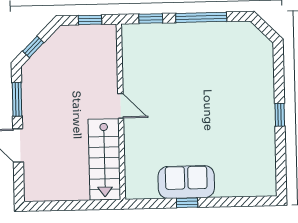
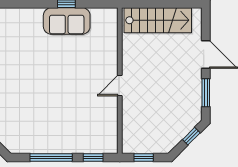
door: (121, 106) -> (120, 85), hinge flipped
stairs: (104, 159) -> (158, 20), moved, turned 90

